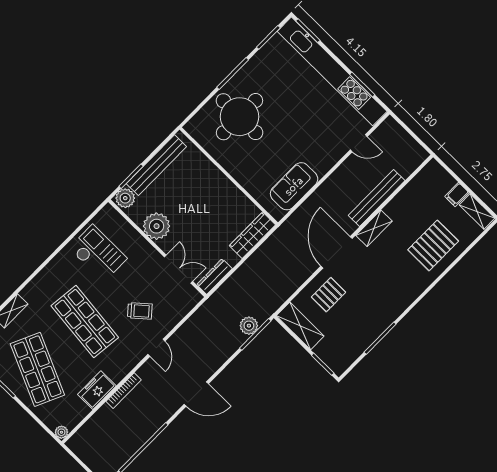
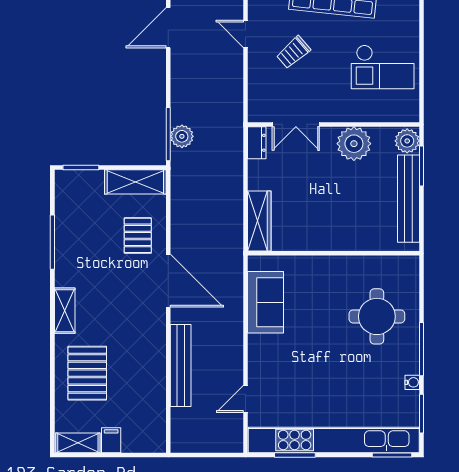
water cooler: (256, 60) -> (412, 382), added
round table: (239, 117) -> (377, 316), width x0.73, depth x0.73
shelving: (374, 228) -> (65, 311), moved
dresser: (214, 277) -> (257, 143), width x0.70

